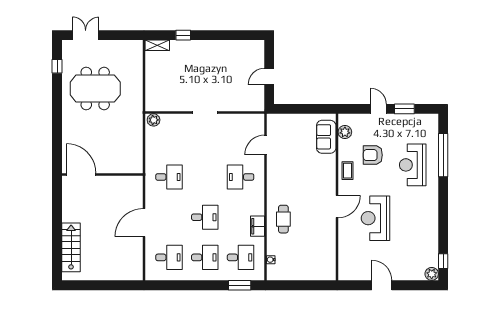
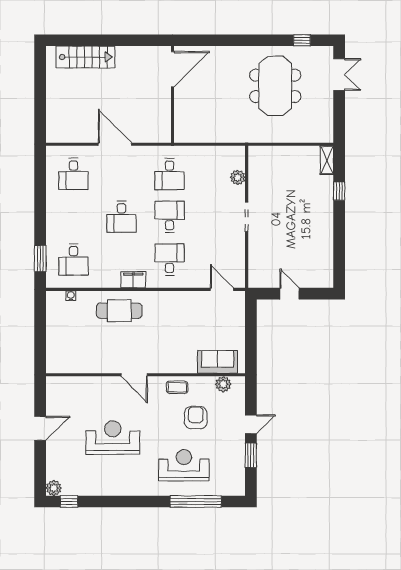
plant: (154, 120) -> (238, 177), moved
door: (266, 145) -> (222, 289), moved
reception desk: (375, 218) -> (113, 438), moved
cafe table: (283, 219) -> (119, 311), width x1.37, depth x1.35
filing cabinet: (258, 226) -> (133, 280), moved
desk: (205, 257) -> (170, 217), moved, turned 180

